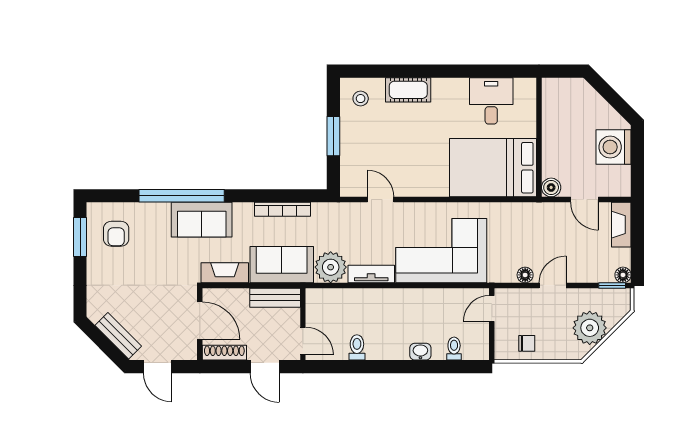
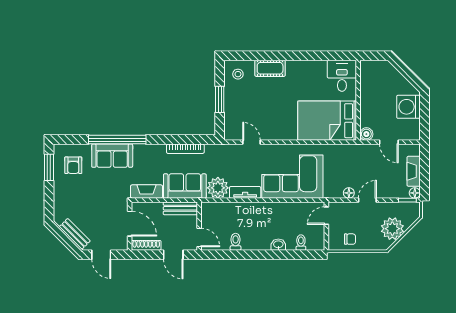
desk: (491, 101) -> (342, 76), moved
sofa: (202, 220) -> (112, 156), moved
fireplace: (621, 225) -> (414, 171), moved

